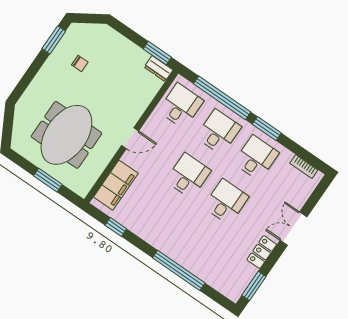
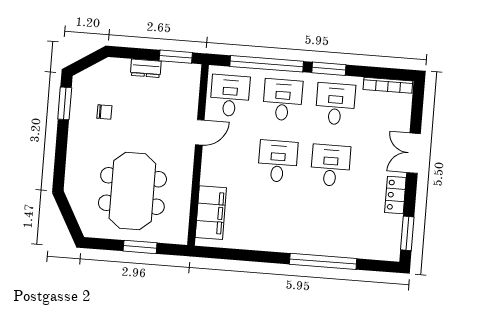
dresser: (159, 69) -> (146, 68), moved
door: (130, 138) -> (200, 132), moved
bookcase: (304, 167) -> (388, 85), width x1.56
window: (116, 227) -> (235, 254), removed

